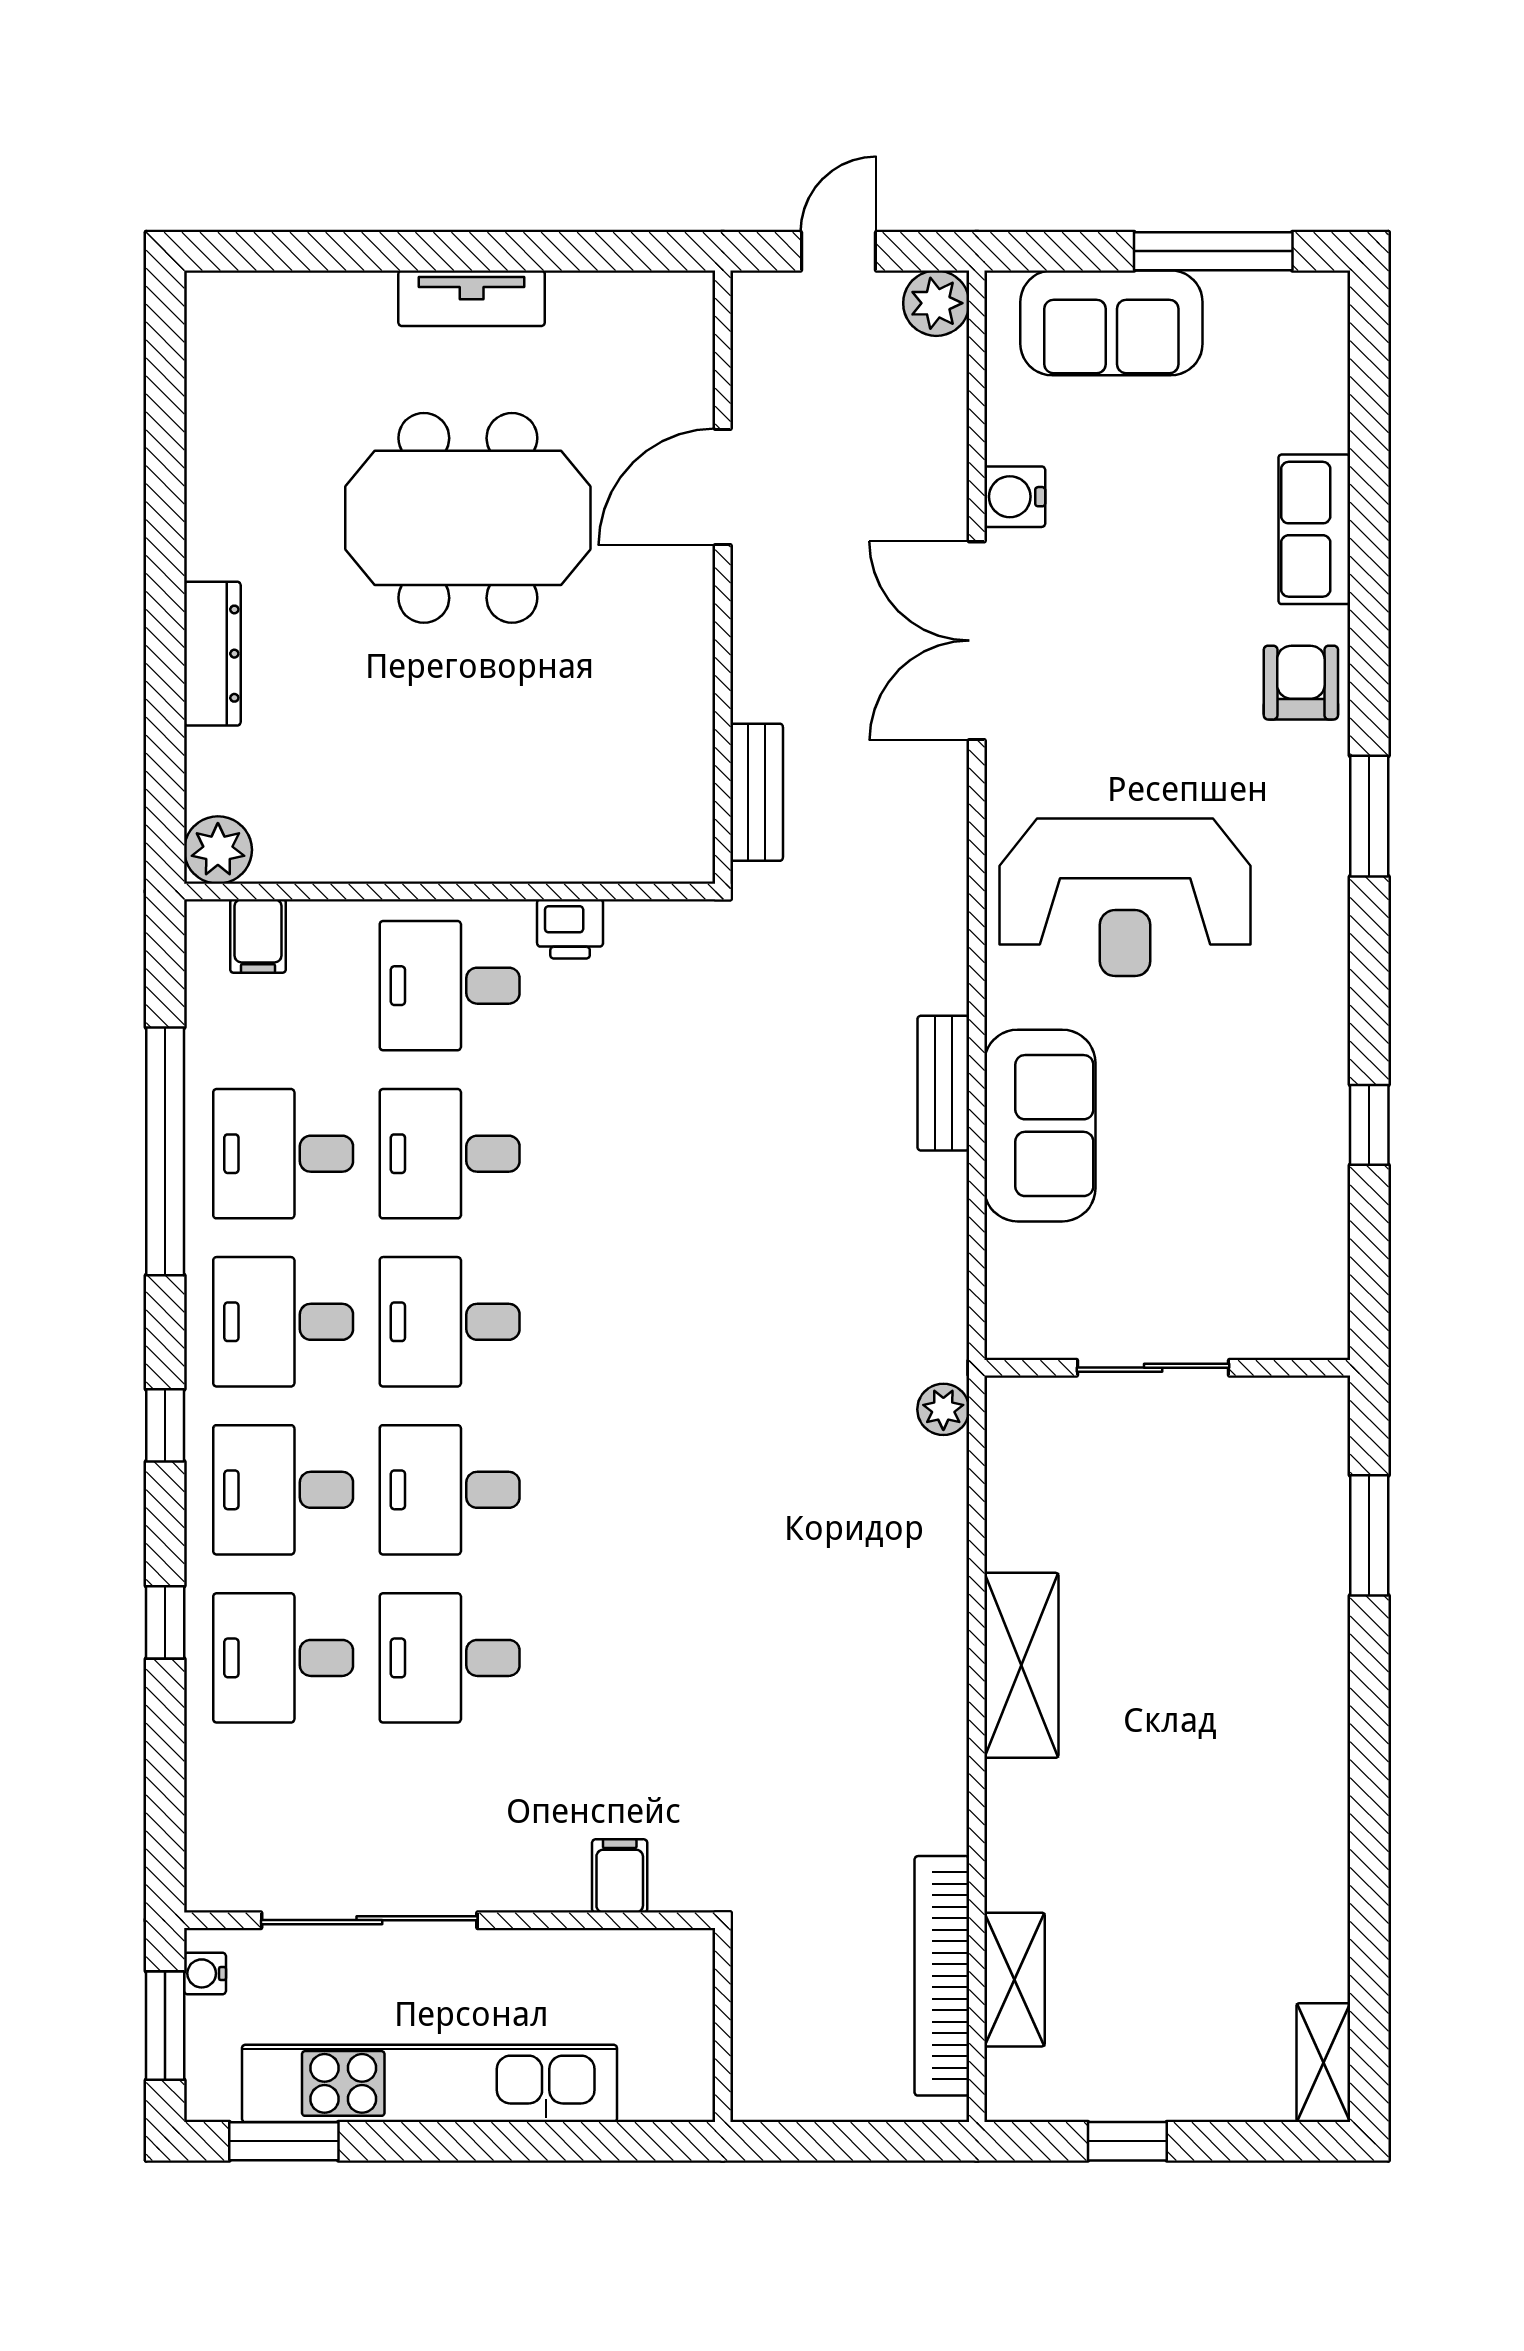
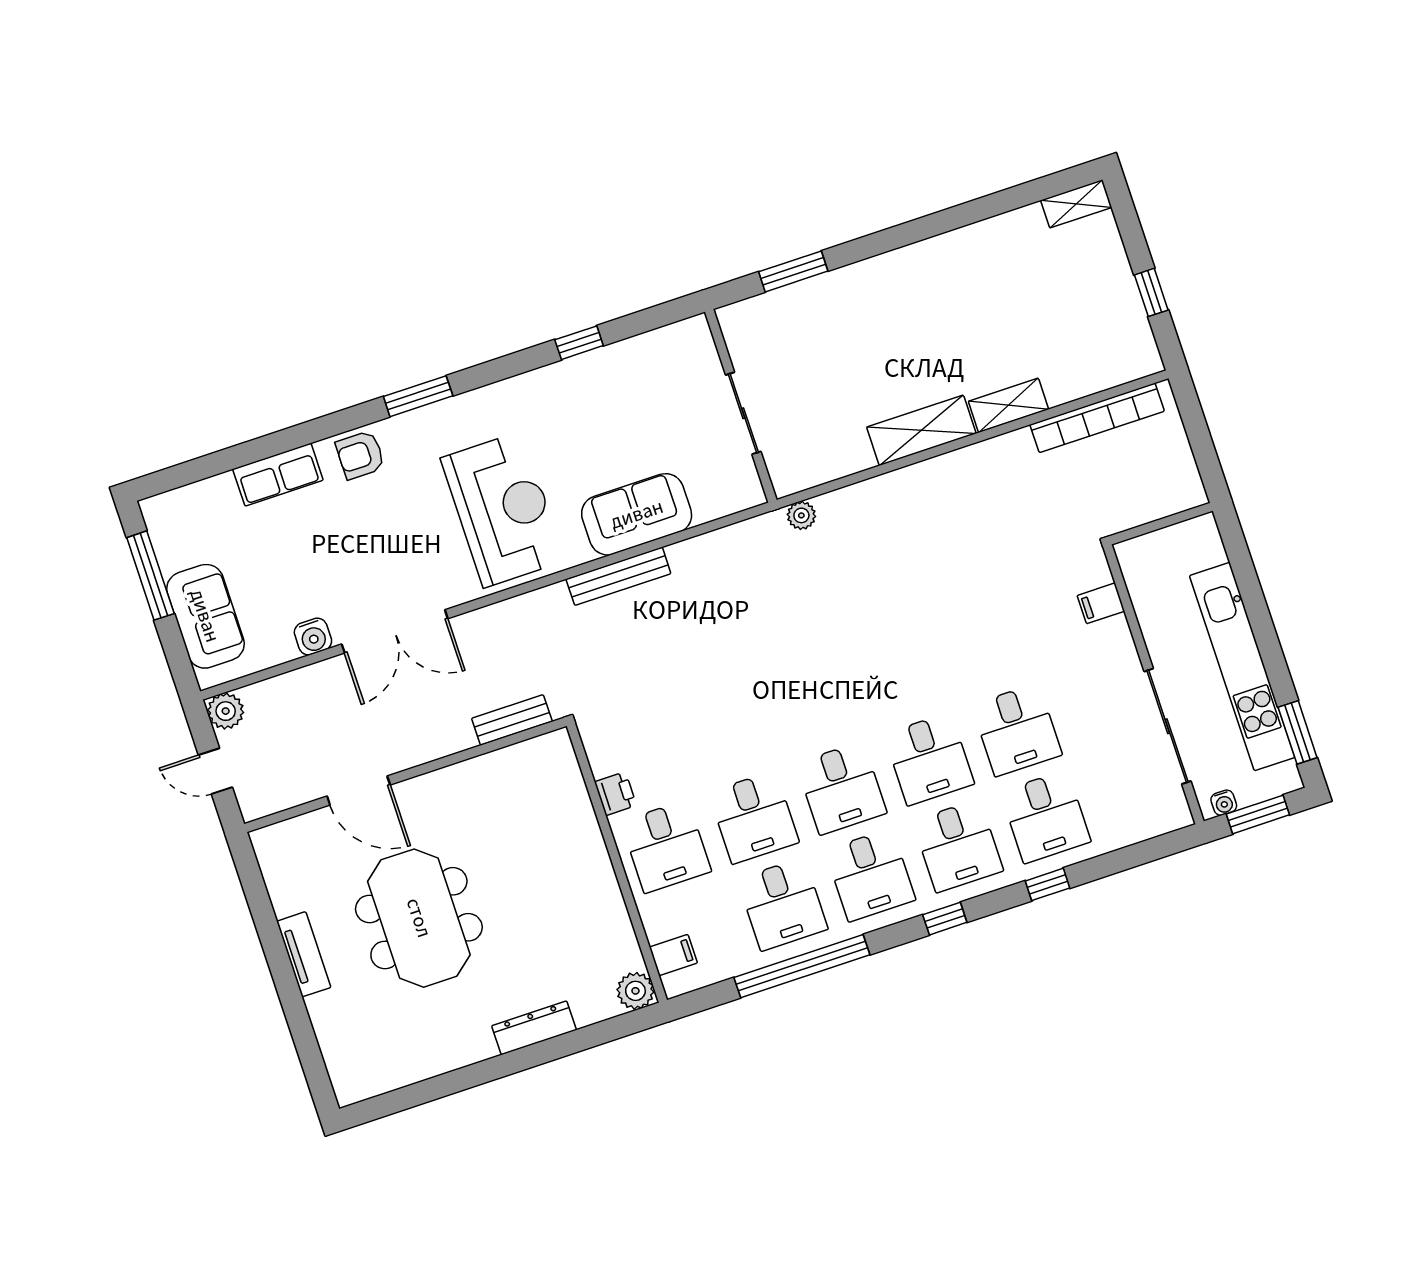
bench: (943, 1083) -> (618, 576), width x1.36
shelving: (1015, 1980) -> (1008, 405), moved

